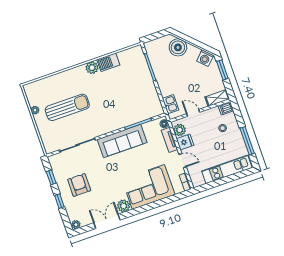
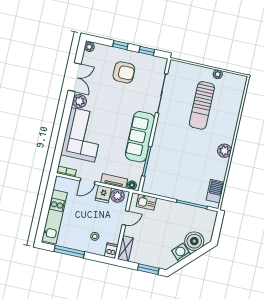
washing machine: (205, 58) -> (181, 252), moved
barbecue: (108, 62) -> (215, 191), moved

